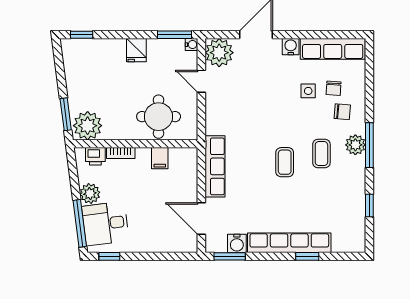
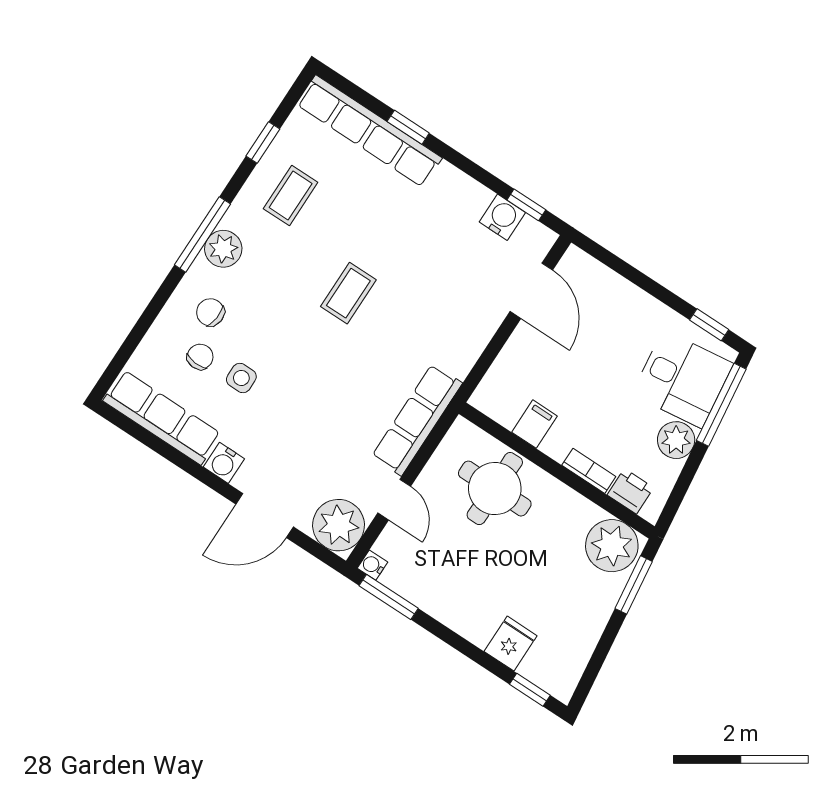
fridge: (136, 50) -> (511, 644), moved
coffee table: (321, 154) -> (291, 195), moved
row of seats: (215, 166) -> (417, 420), moved
row of seats: (289, 243) -> (369, 131), moved
window: (230, 256) -> (526, 205), width x0.67

